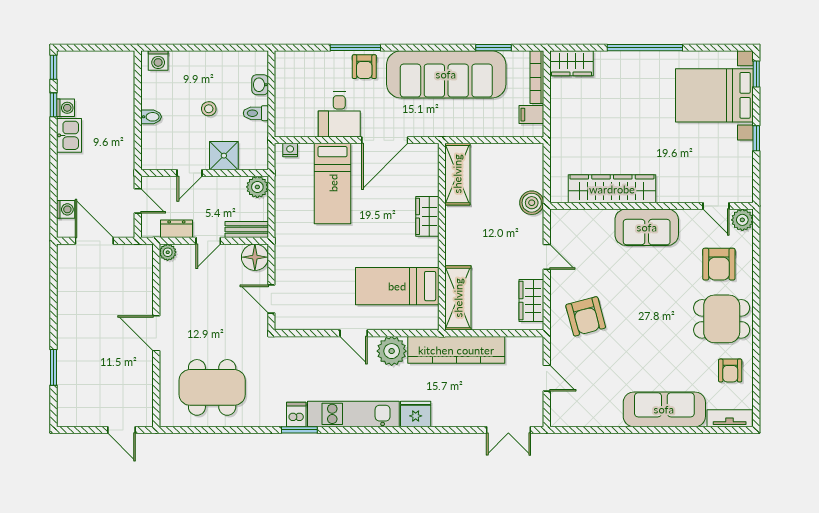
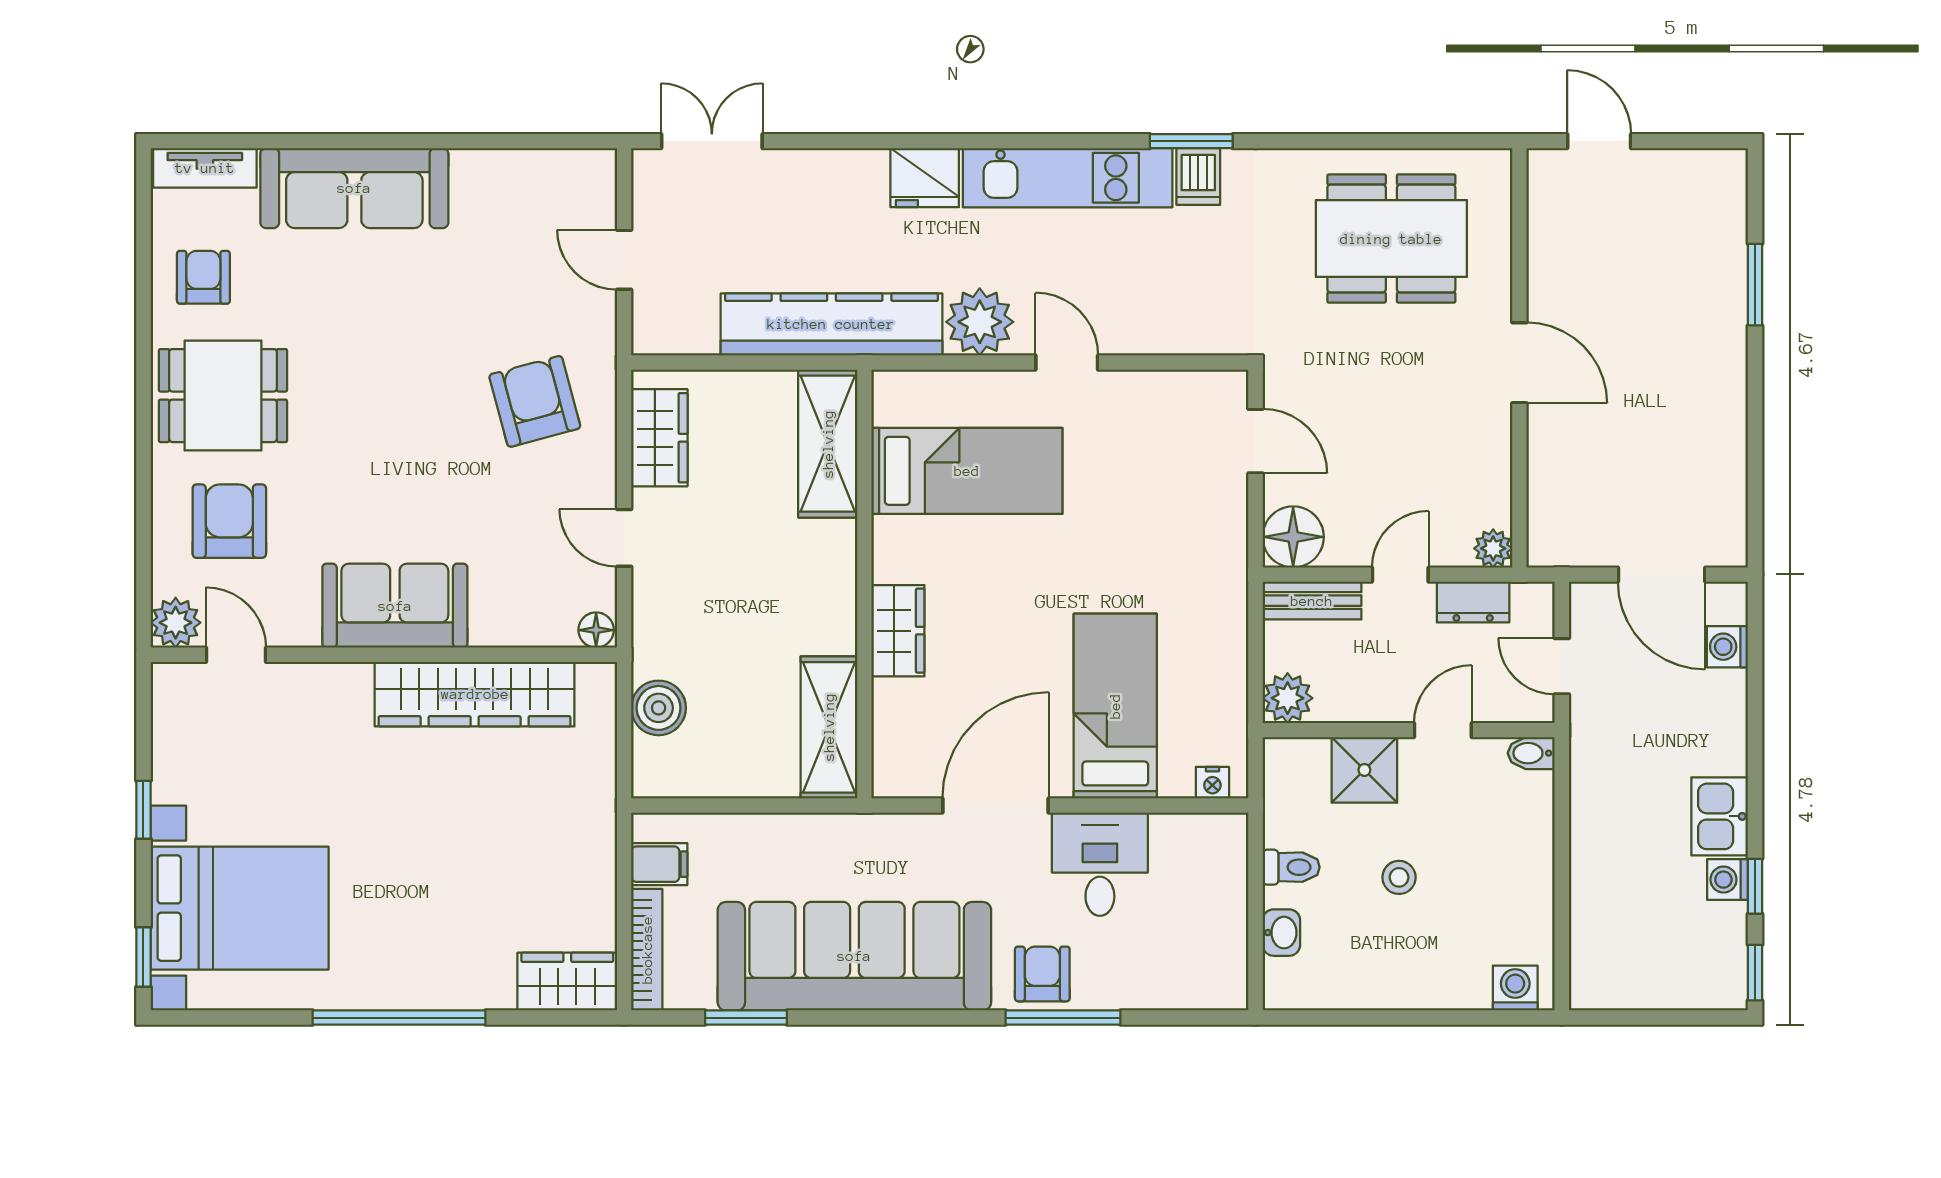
bidet: (151, 117) -> (1531, 753), moved
boiler: (532, 203) -> (659, 708), moved
floor lamp: (559, 217) -> (596, 630), added

